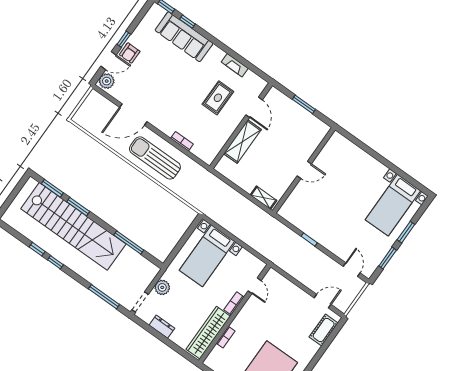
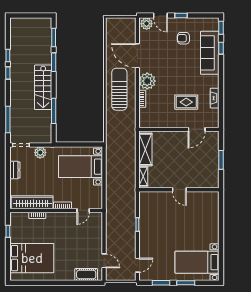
armchair: (130, 53) -> (183, 38), moved
plant: (167, 123) -> (147, 81), added
shelving: (242, 142) -> (145, 149), moved, turned 90
stairs: (73, 226) -> (43, 87), width x0.54, depth x0.66

